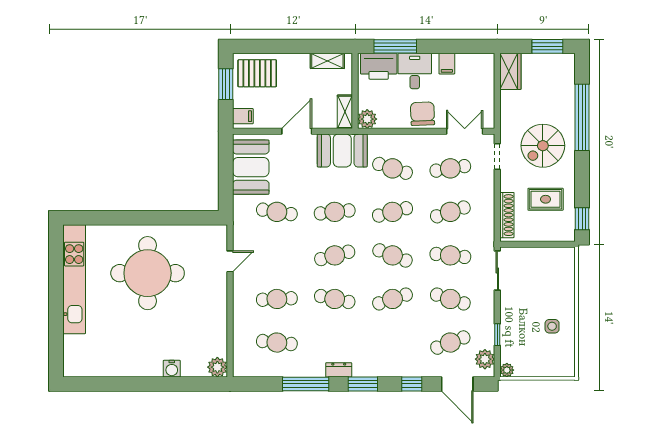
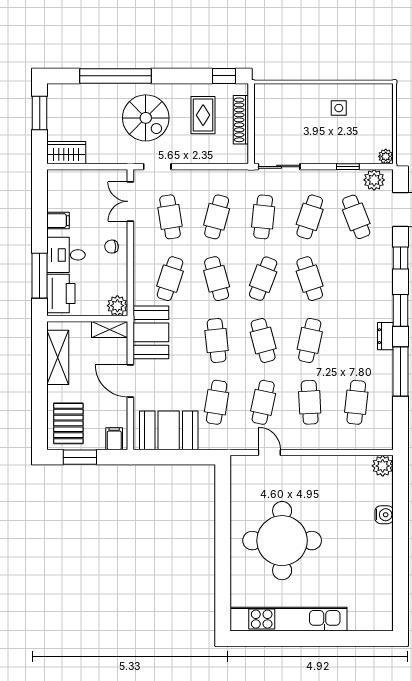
shelving: (327, 61) -> (58, 357), width x1.50, depth x1.33
chair: (423, 114) -> (112, 247), width x0.54, depth x0.54
cafe table: (450, 212) -> (217, 217), turned 33
shoe rack: (507, 215) -> (241, 120), moved, turned -90
cafe table: (277, 255) -> (263, 402), added

